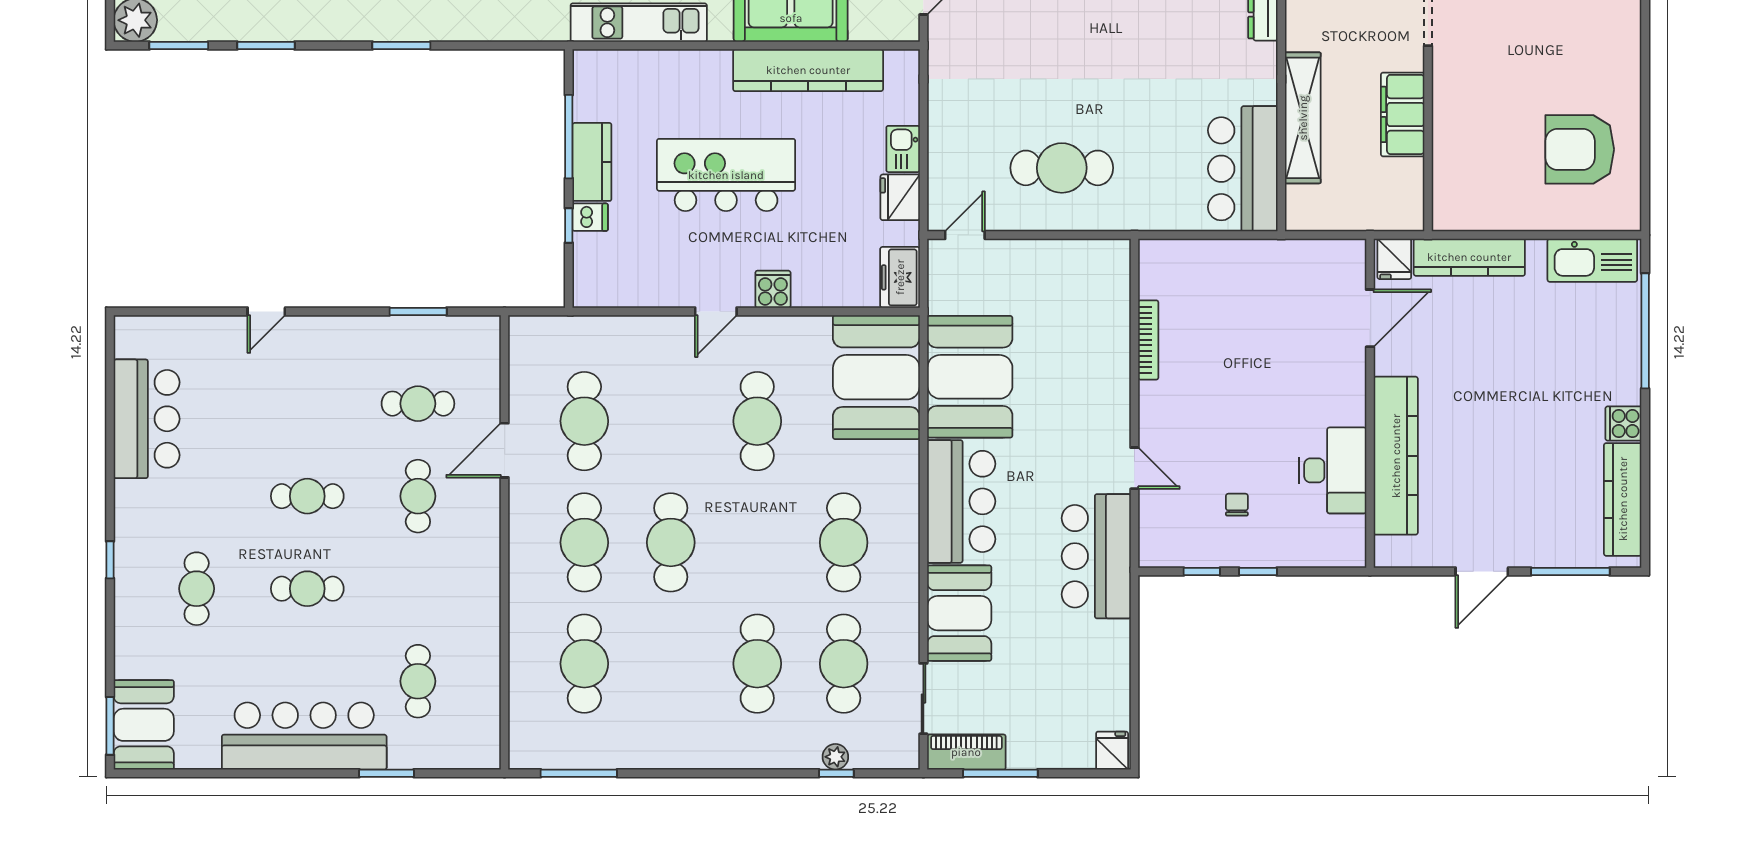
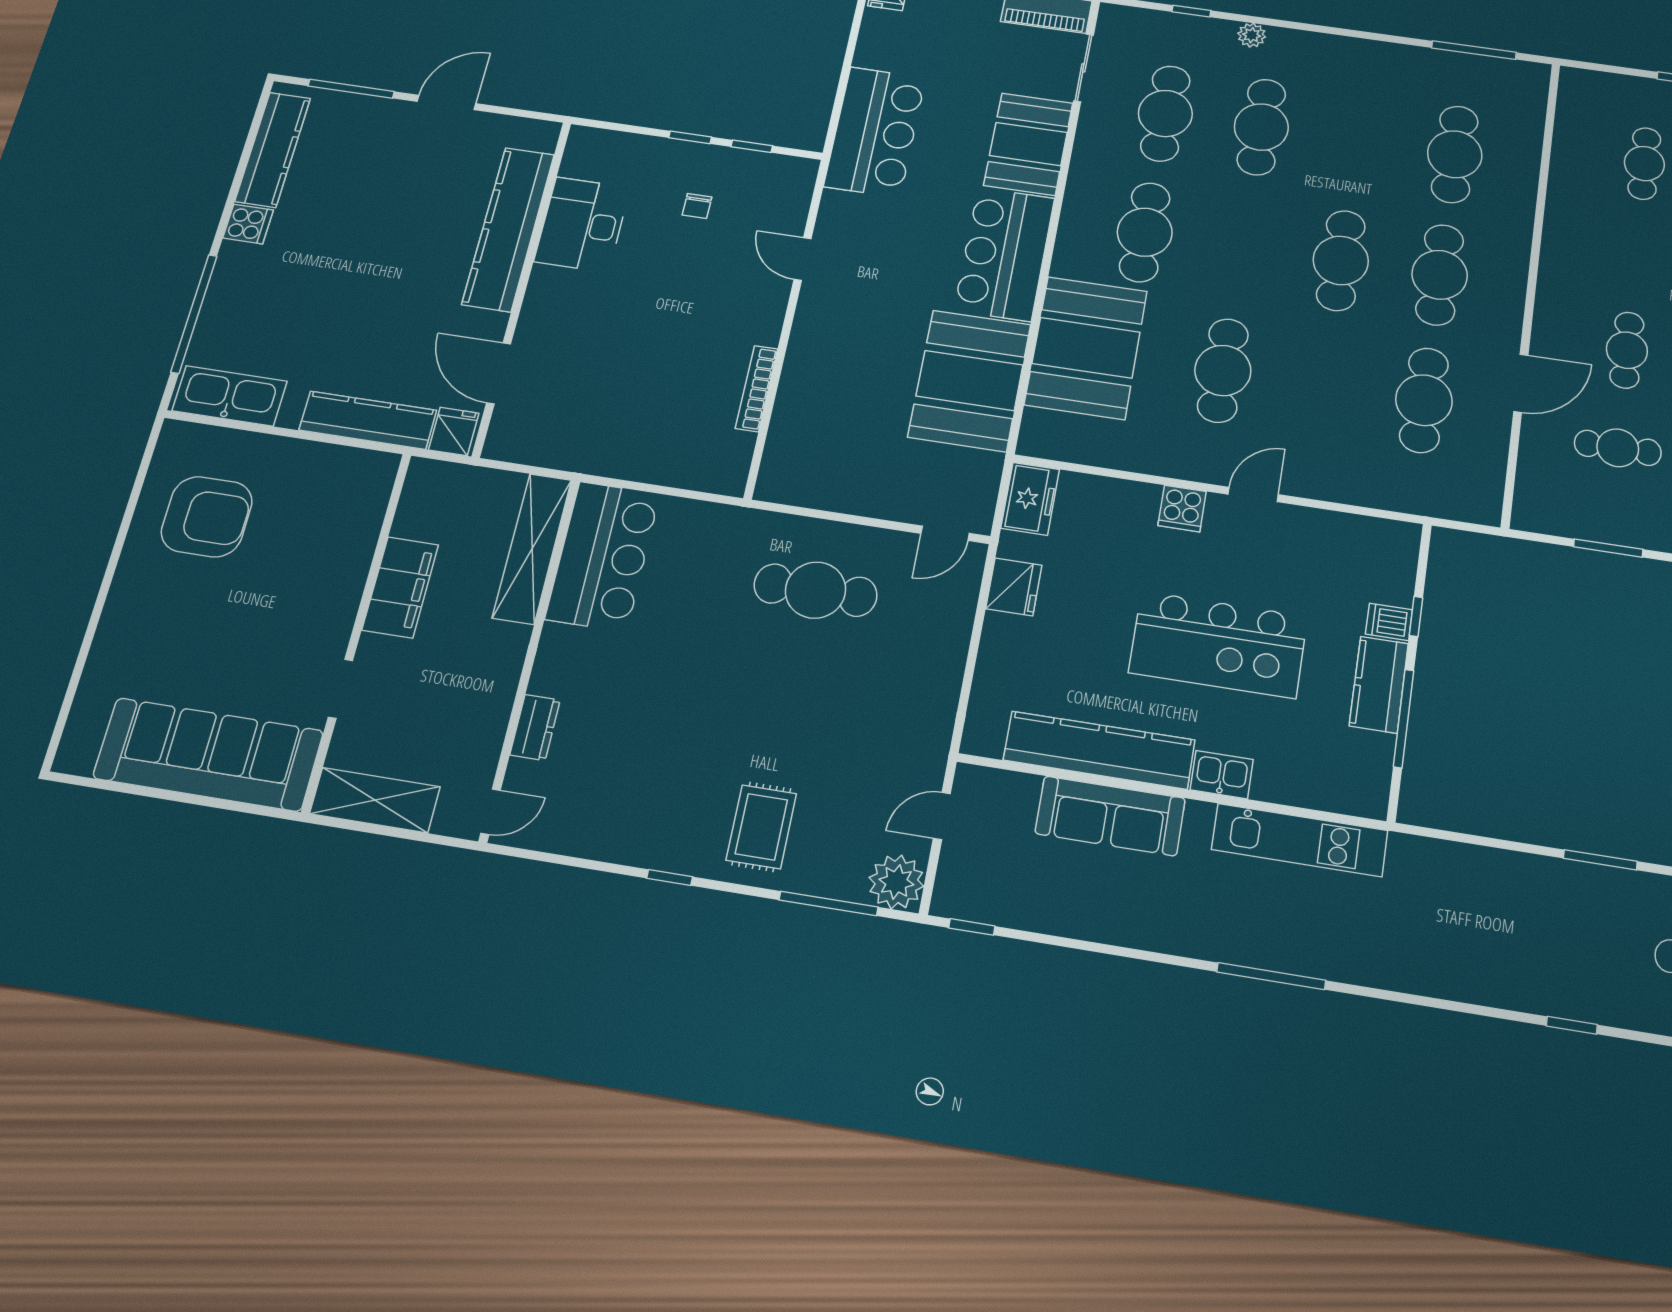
shelving: (1303, 118) -> (532, 549), moved
kitchen sink: (903, 149) -> (1222, 775), moved, turned -90
door: (1370, 318) -> (499, 373), hinge flipped
booth: (876, 377) -> (1086, 348), moved
bar counter: (1096, 556) -> (875, 132), moved
plant: (835, 757) -> (1252, 35), moved

